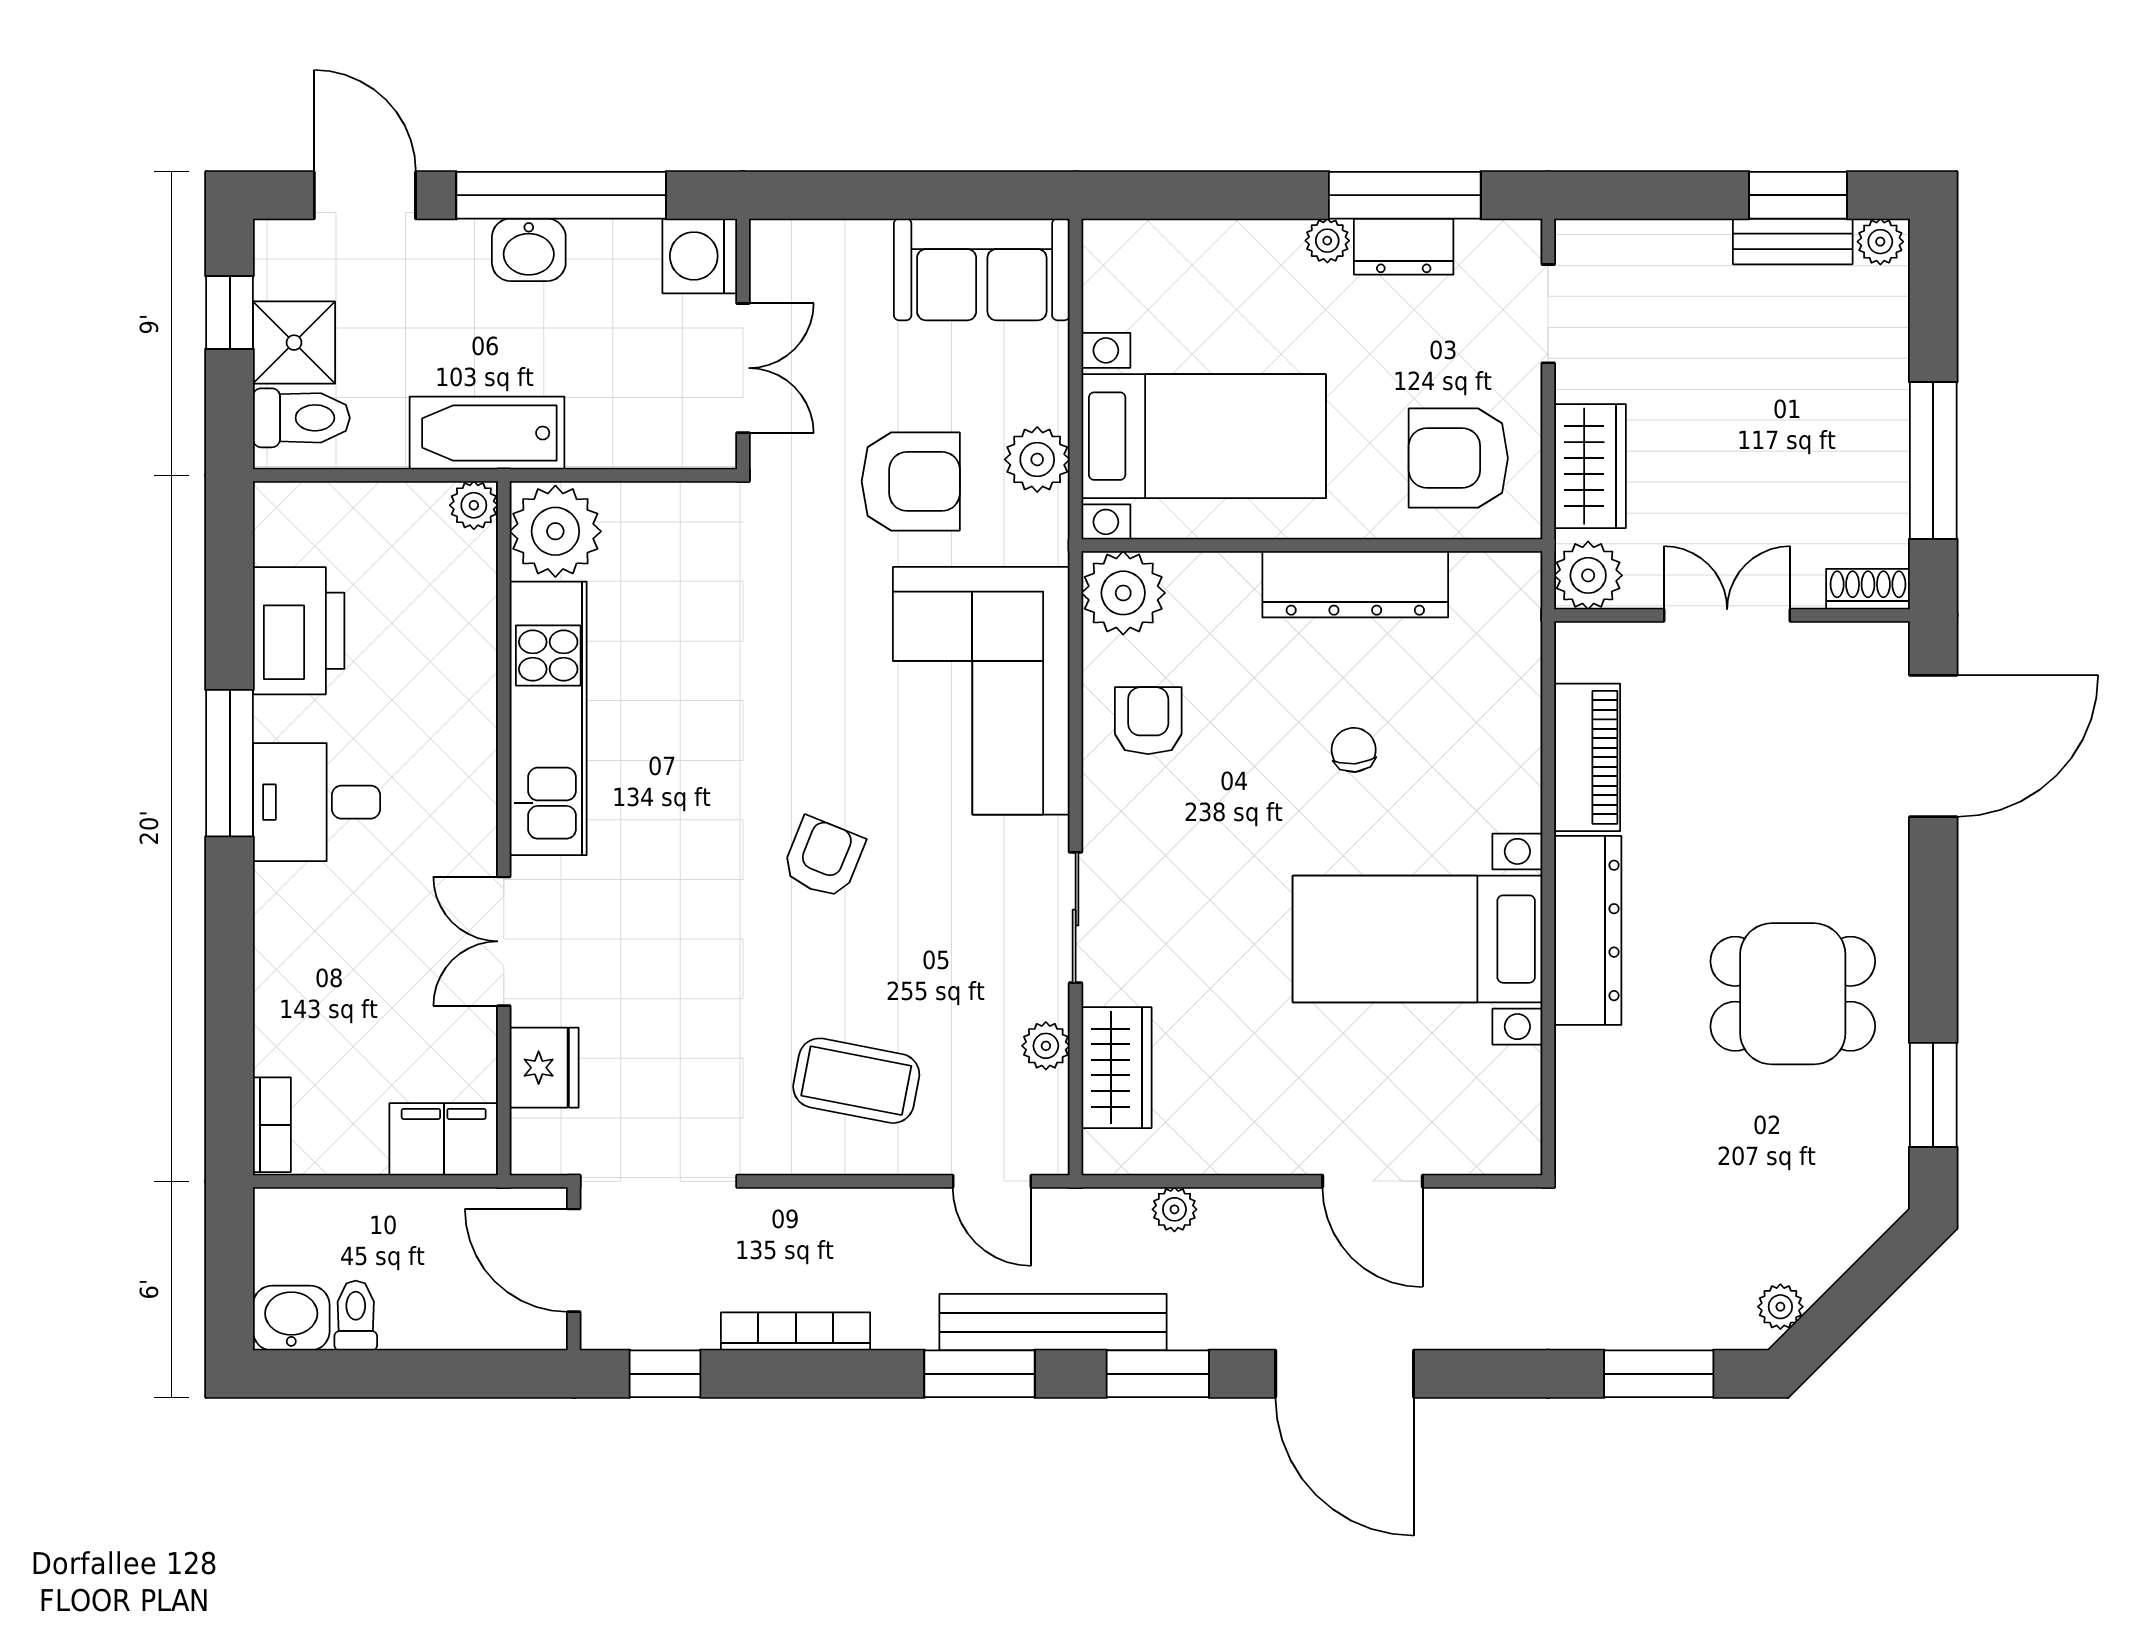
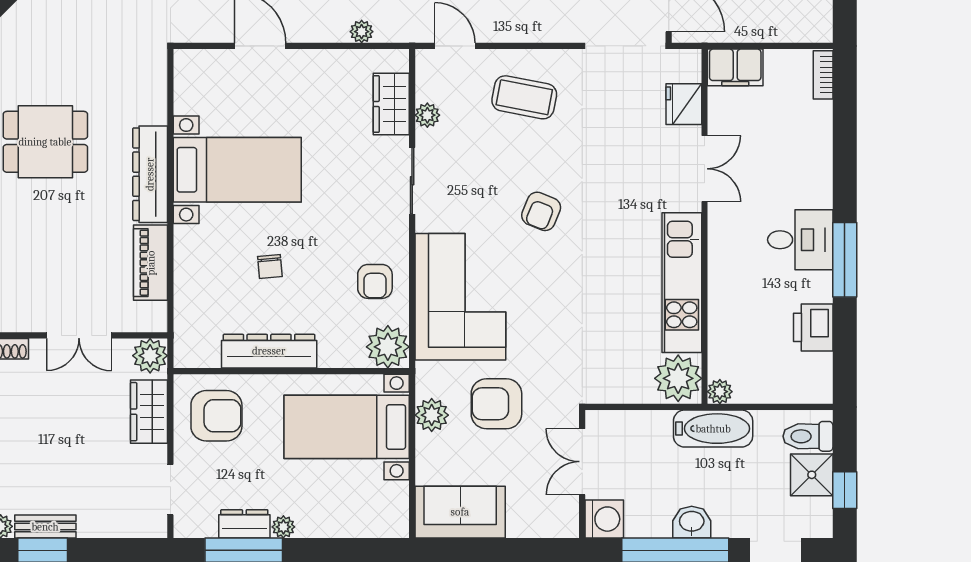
printer: (299, 631) -> (813, 327), width x0.73, depth x0.84

